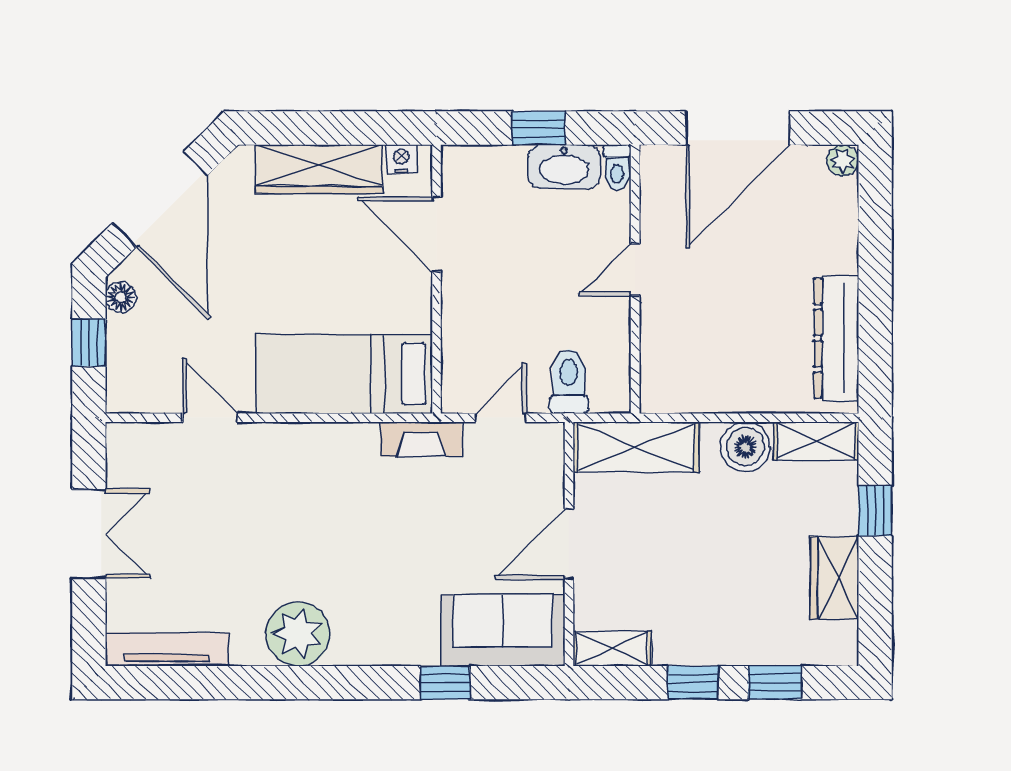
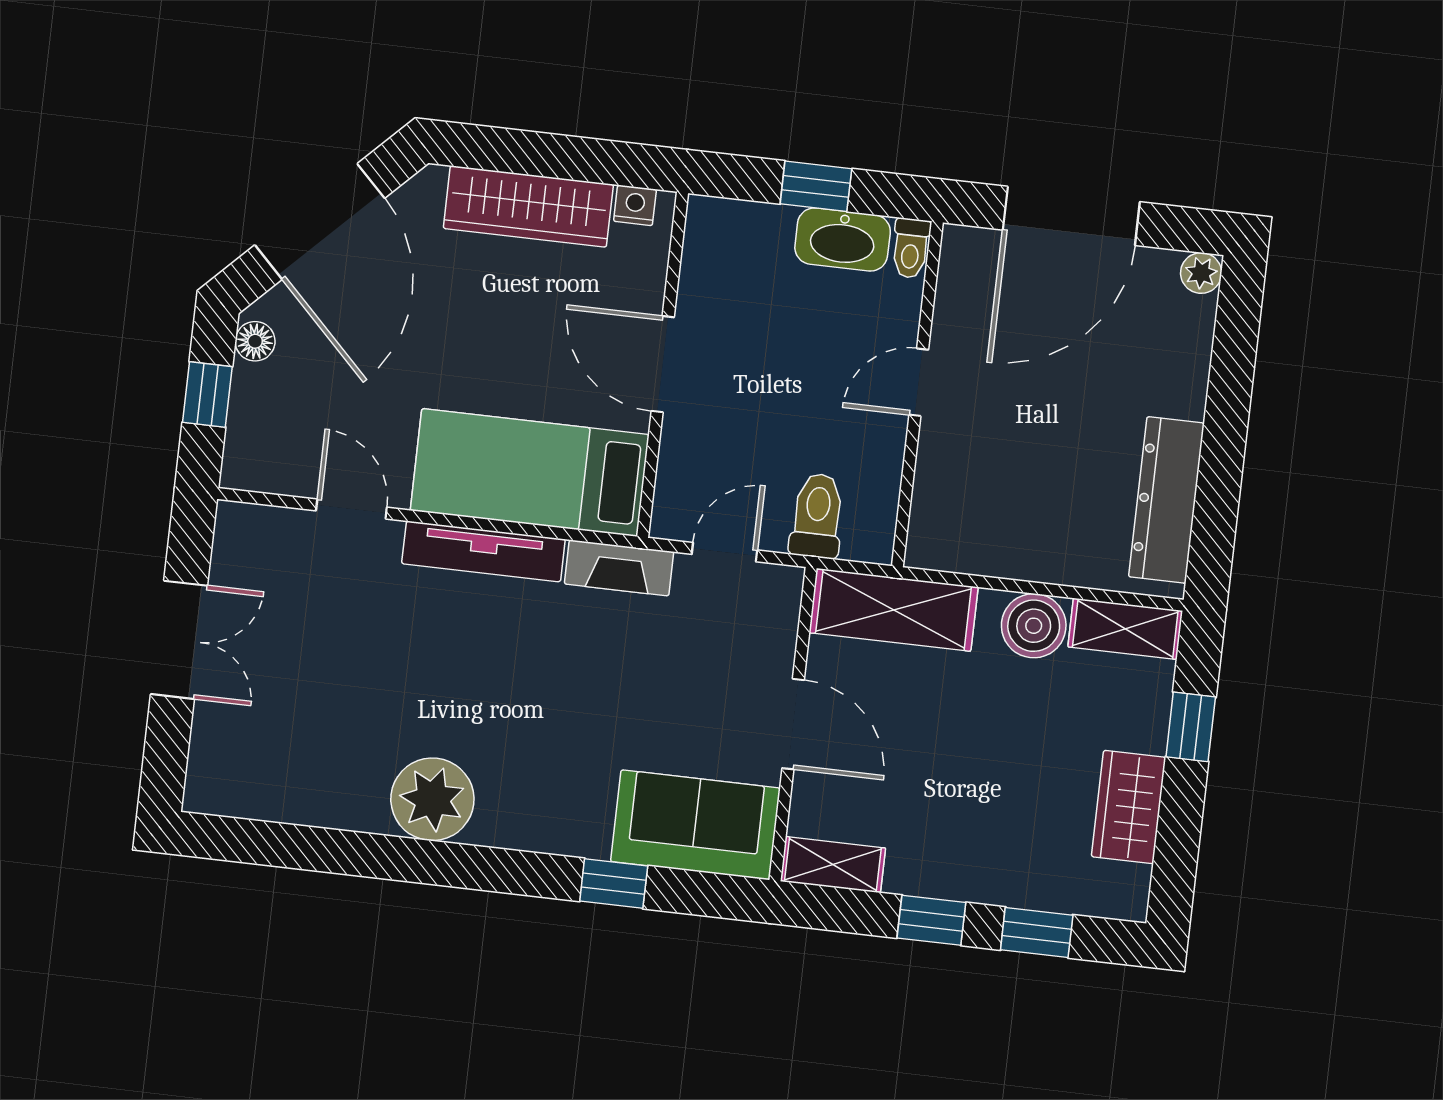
door: (436, 234) -> (663, 364), moved
door: (569, 544) -> (793, 724), swing flipped
tv unit: (167, 649) -> (483, 551), moved, turned 180

